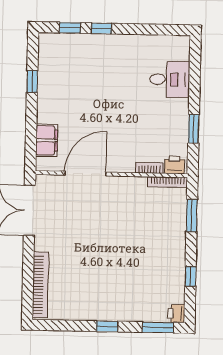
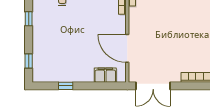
window: (101, 28) -> (29, 19), moved

